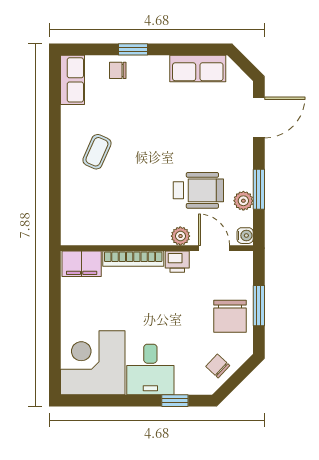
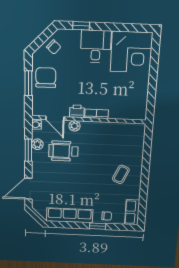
row of seats: (198, 69) -> (70, 215), width x1.48
bookcase: (133, 259) -> (97, 114), width x0.64
filing cabinet: (82, 264) -> (134, 112), removed

